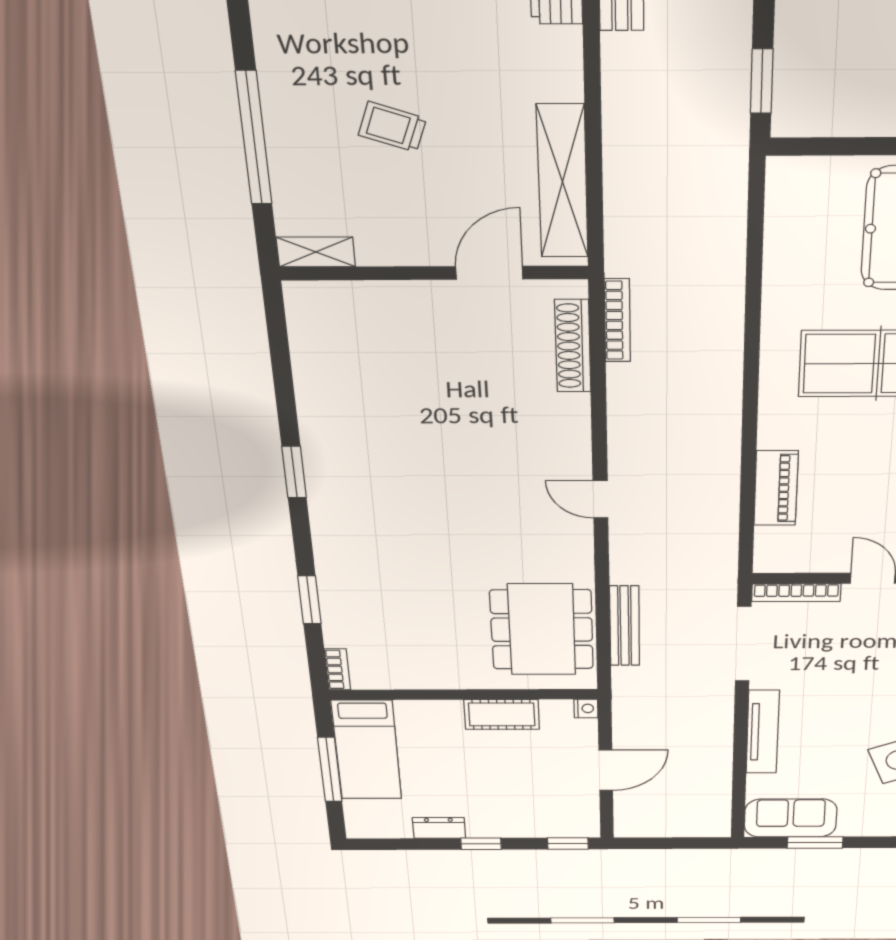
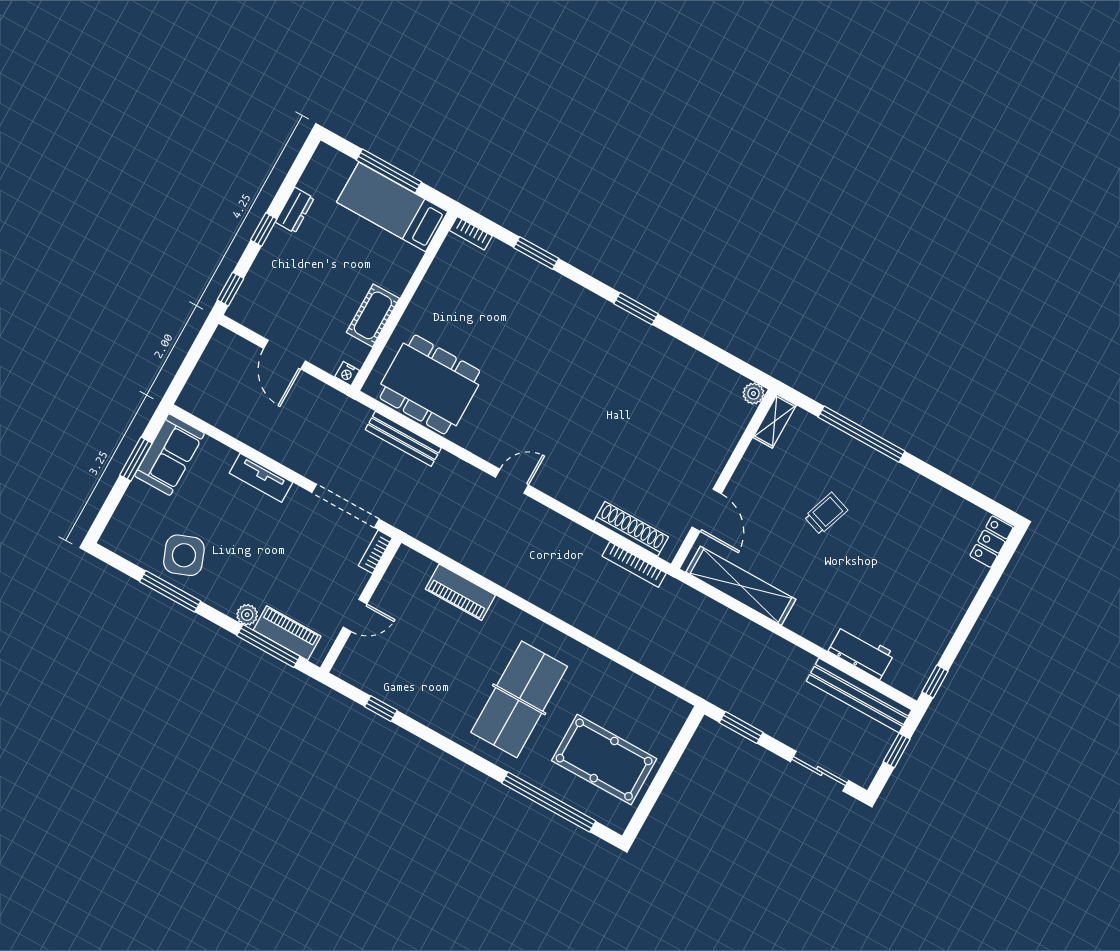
plant: (299, 294) -> (754, 394), added
bookcase: (796, 593) -> (375, 552), width x0.64
tv unit: (763, 732) -> (261, 478), width x0.71

